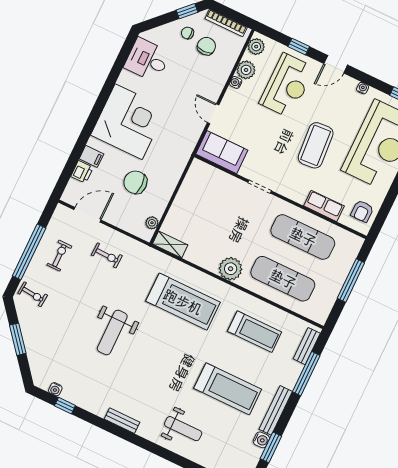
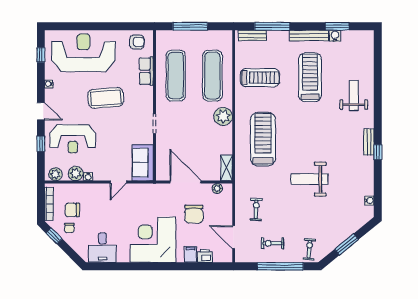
reception desk: (287, 85) -> (73, 139), turned 180
door: (176, 190) -> (185, 182), added
weight bench: (112, 332) -> (309, 179), turned 180
treadmill: (255, 332) -> (260, 78), turned 90
window: (65, 406) -> (378, 152), moved

